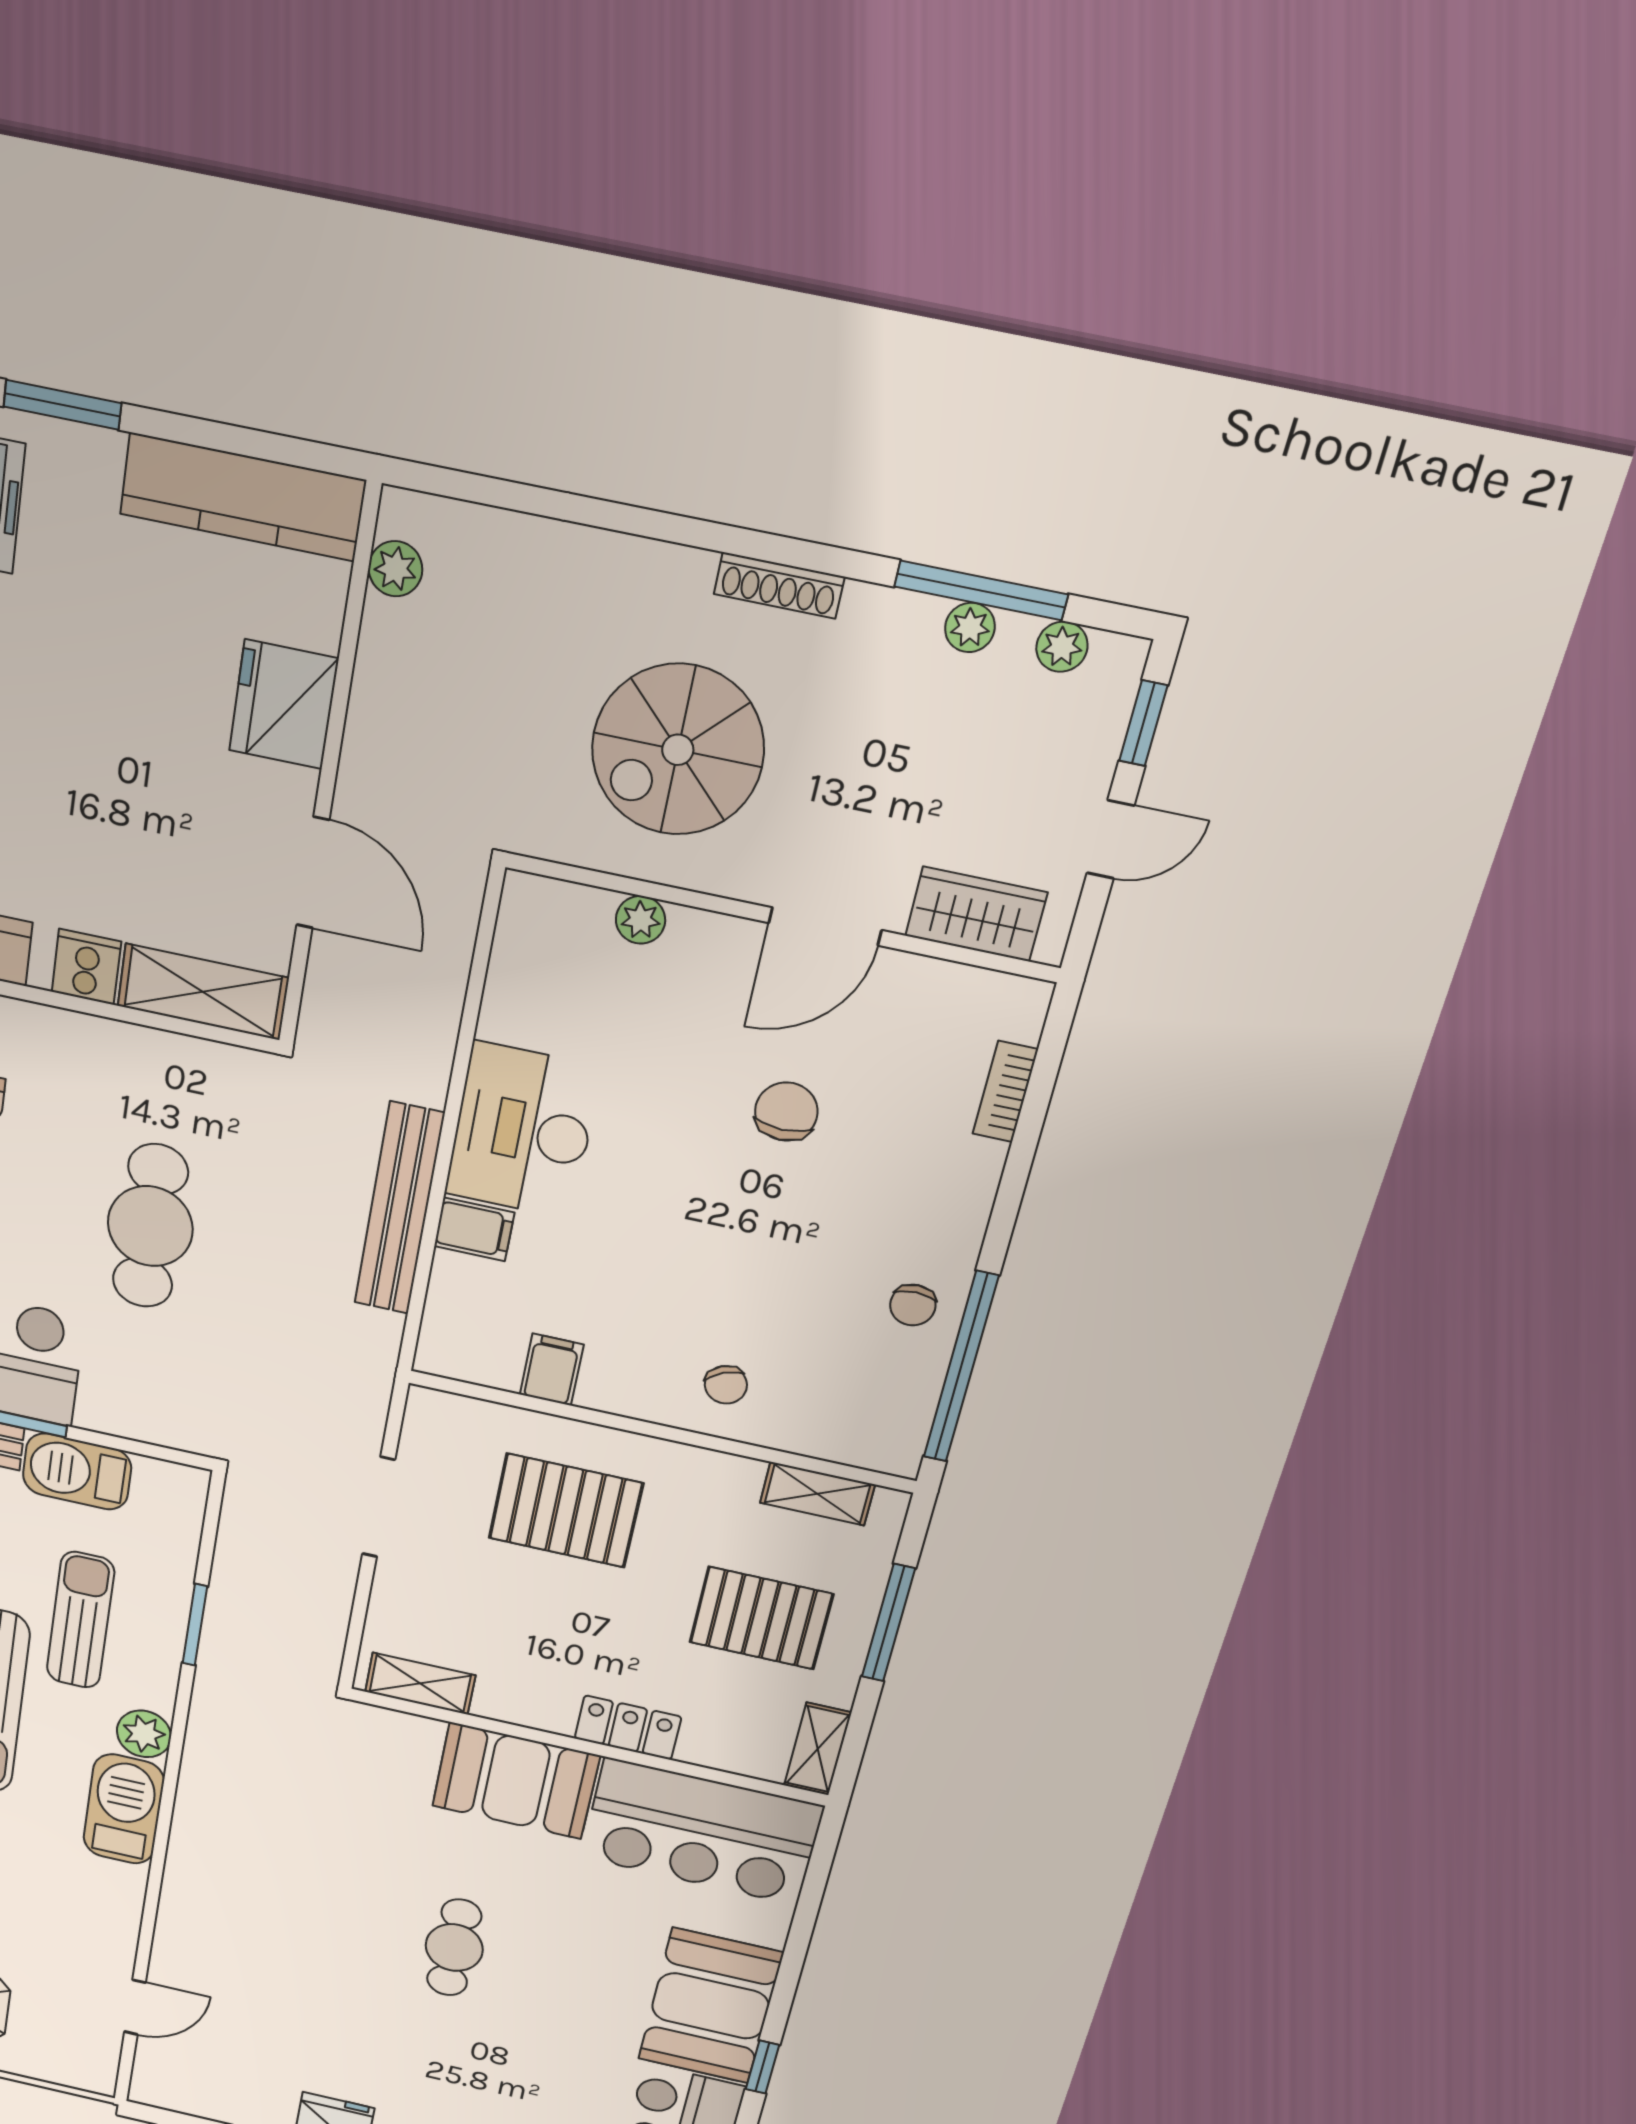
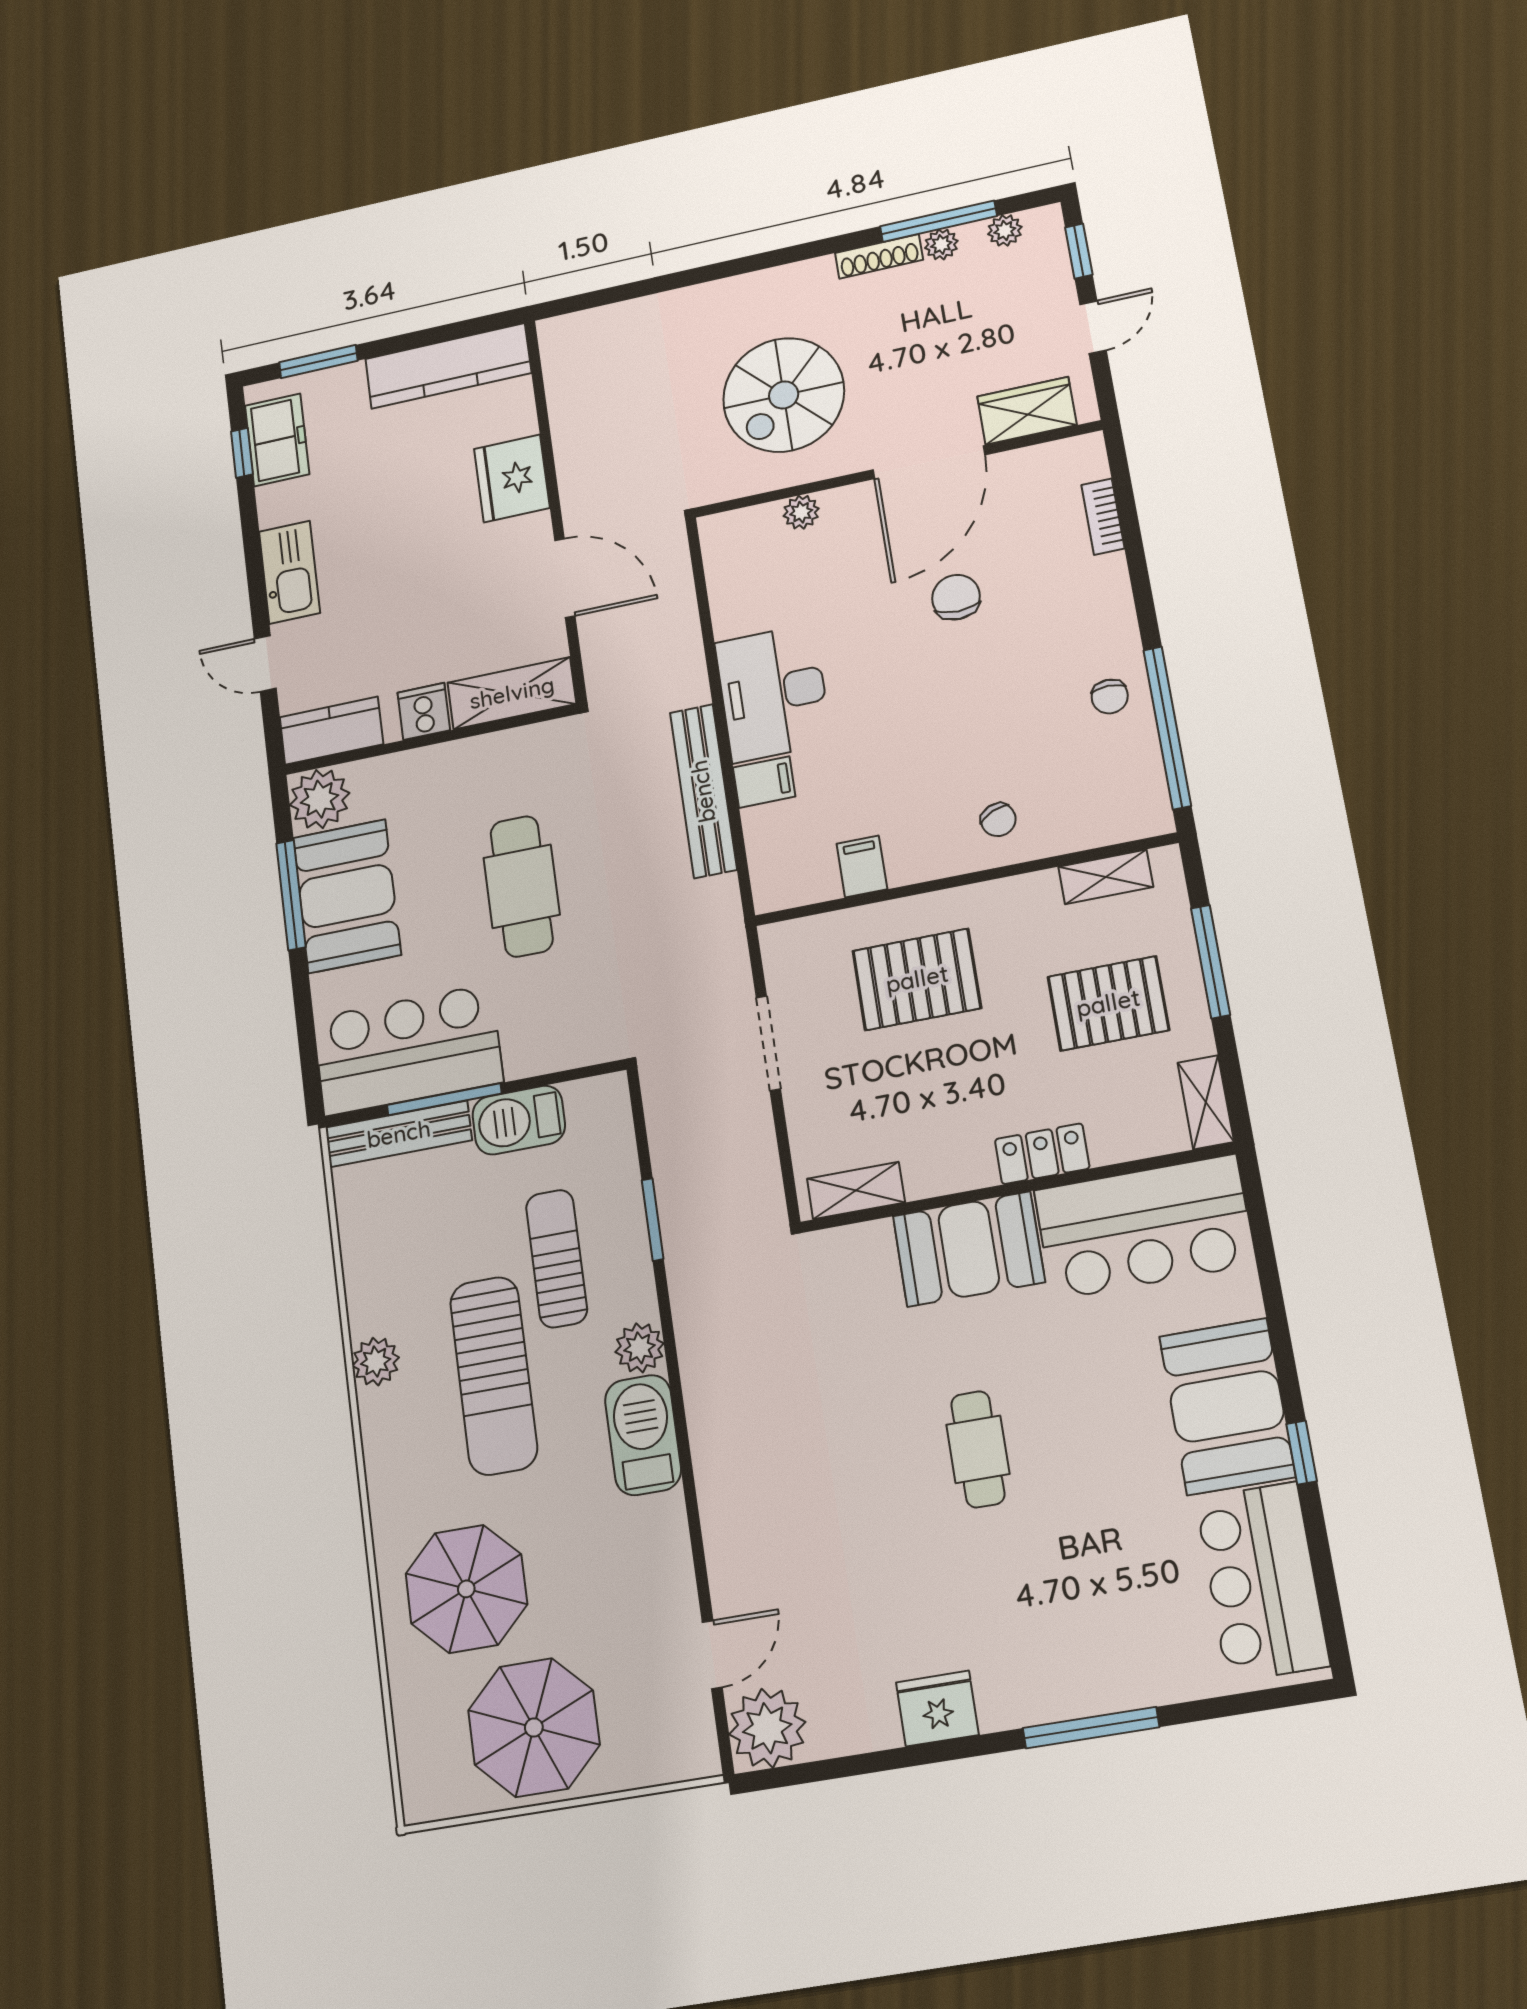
plant: (395, 569) -> (767, 1728), moved, width x1.88, depth x1.88
shoe rack: (779, 585) -> (879, 256), moved
door: (825, 927) -> (929, 462), width x1.36

